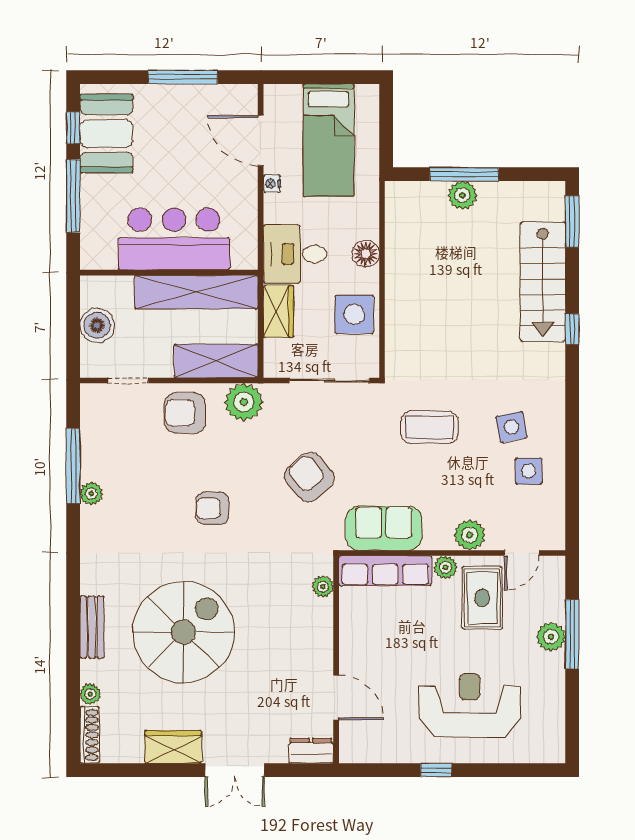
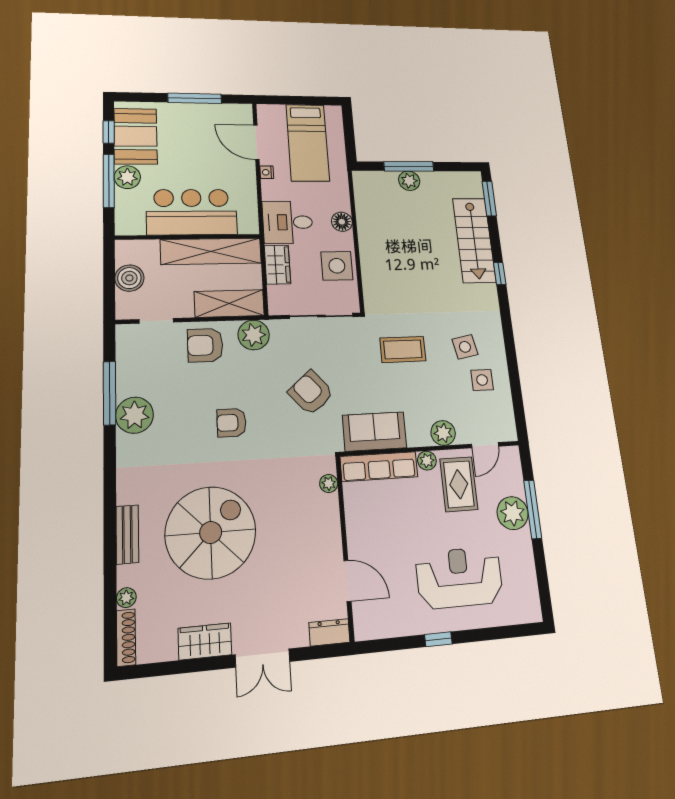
plant: (96, 191) -> (127, 177), added
plant: (91, 494) -> (135, 415), width x1.88, depth x1.88
plant: (551, 637) -> (513, 513), width x1.36, depth x1.36

